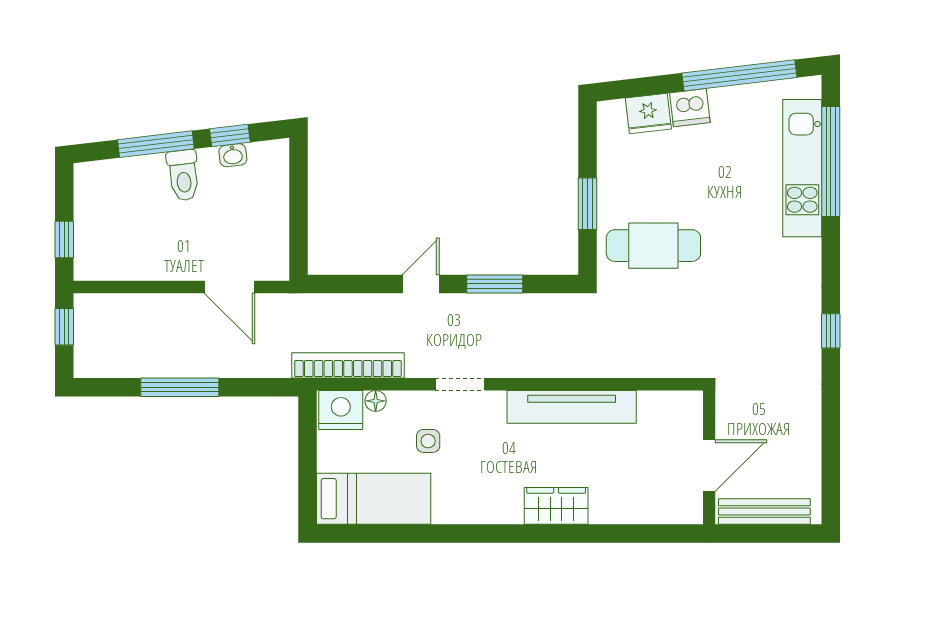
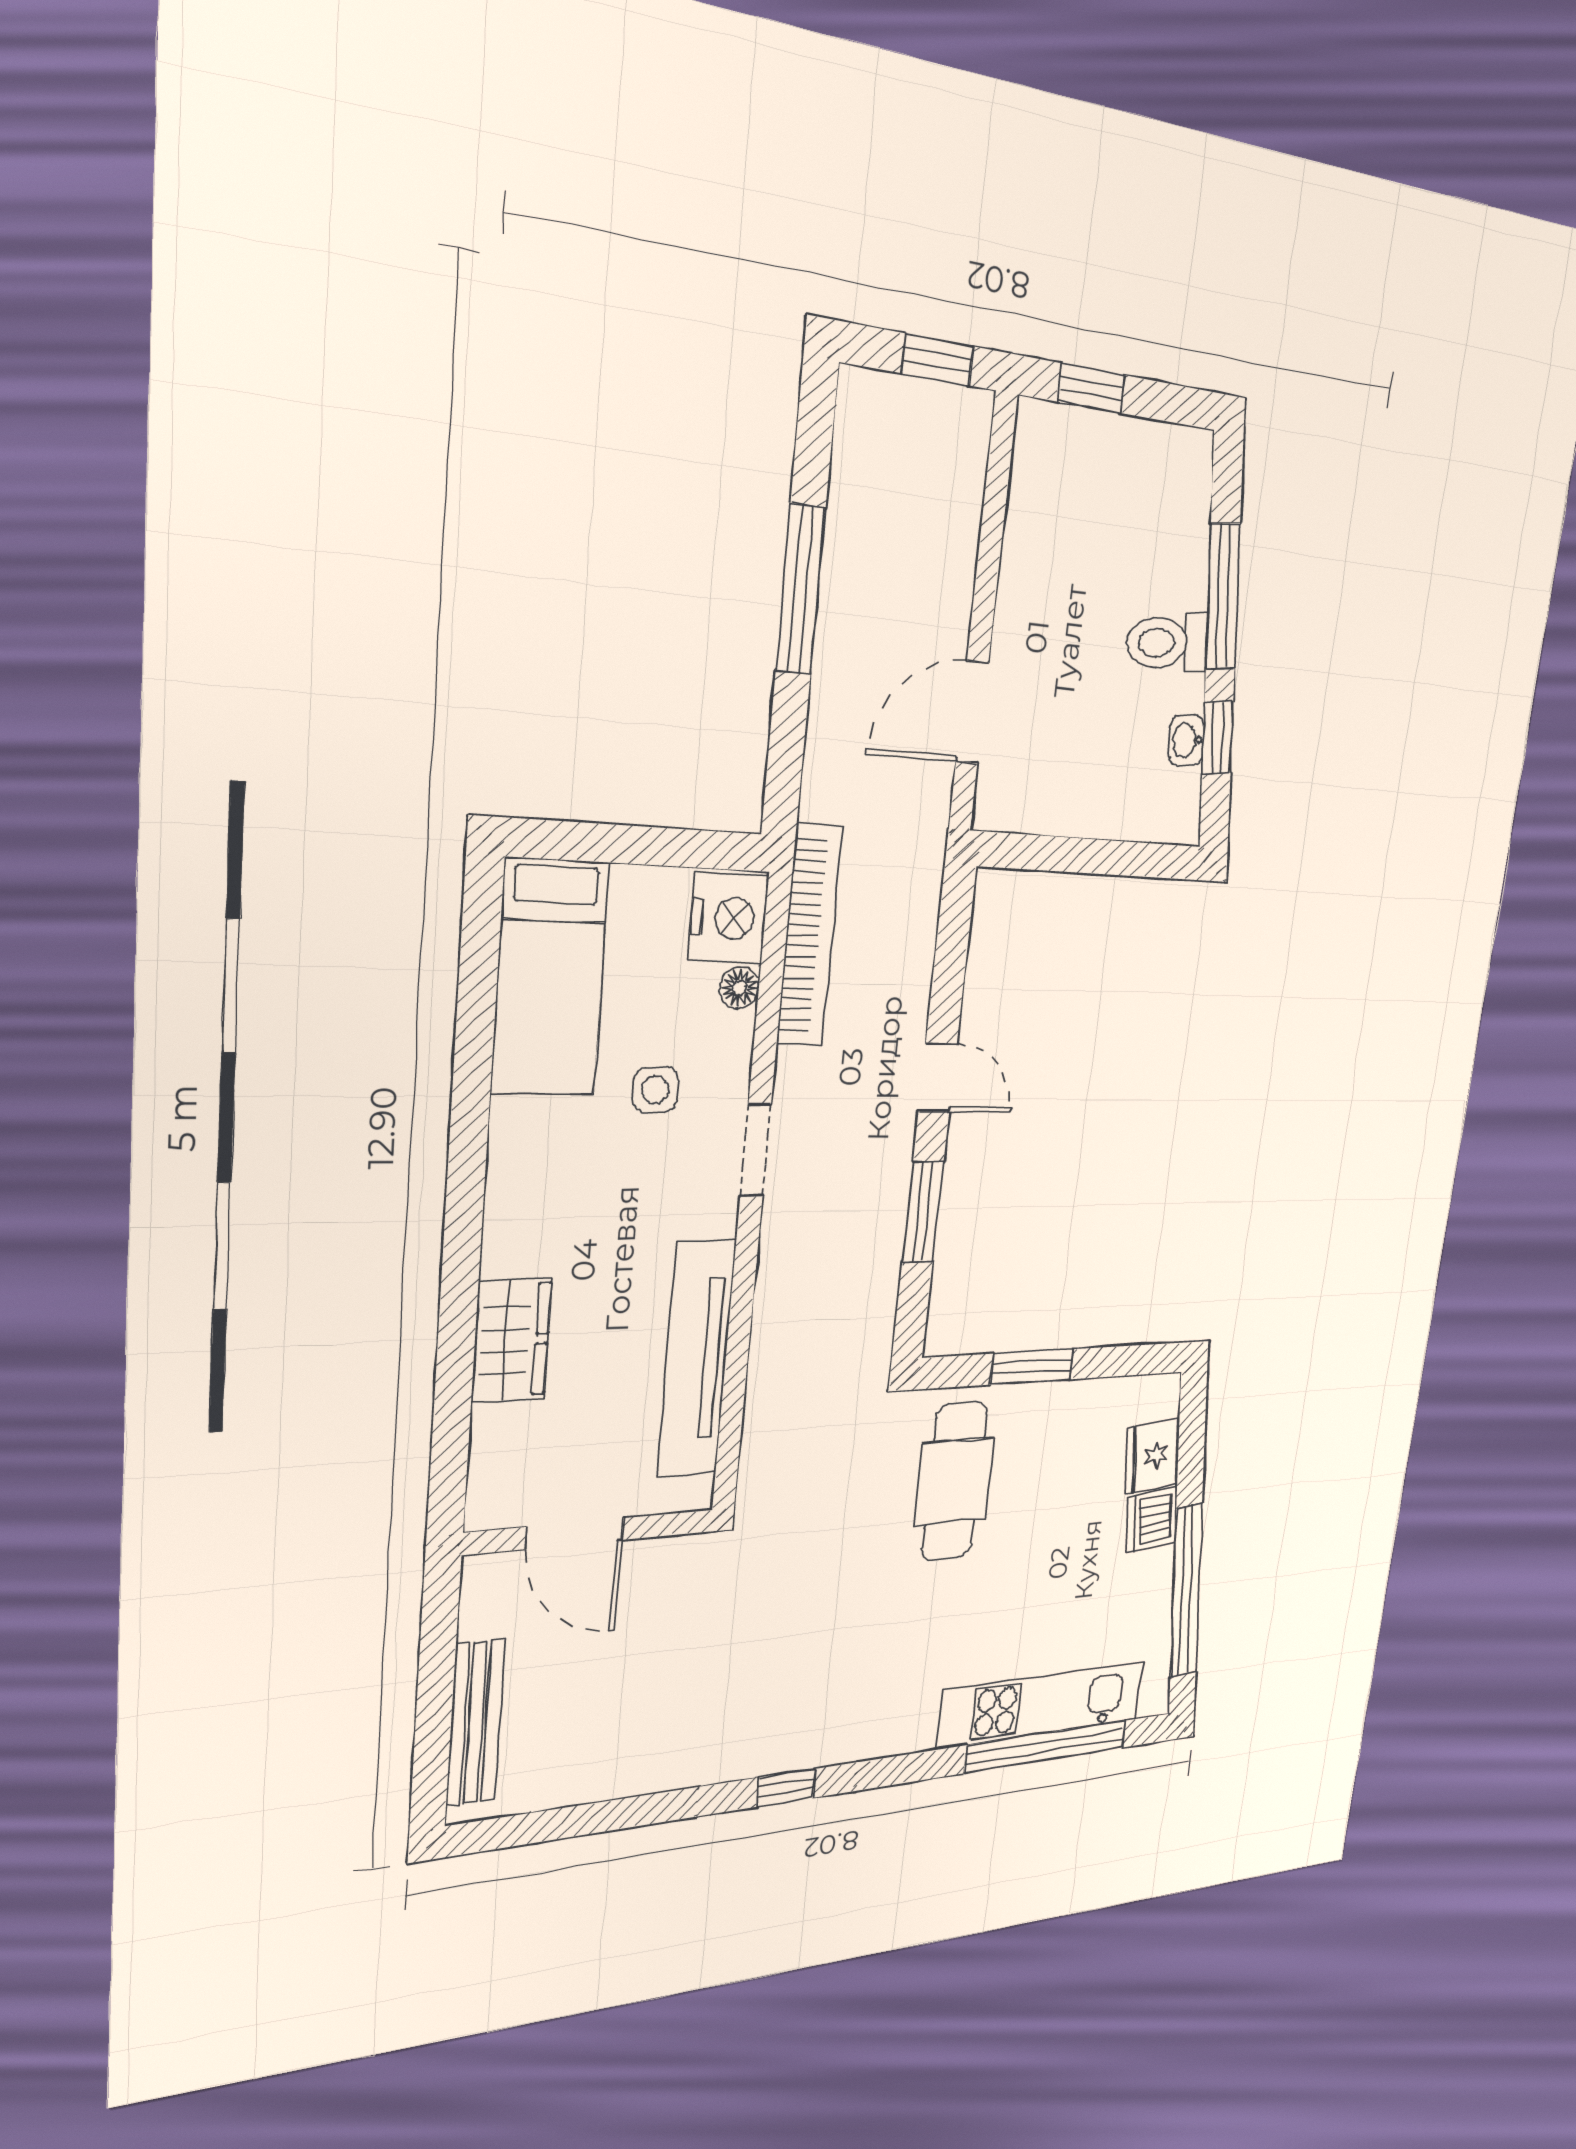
wall: (709, 457) -> (590, 1532), moved
door: (709, 466) -> (575, 1533), moved

